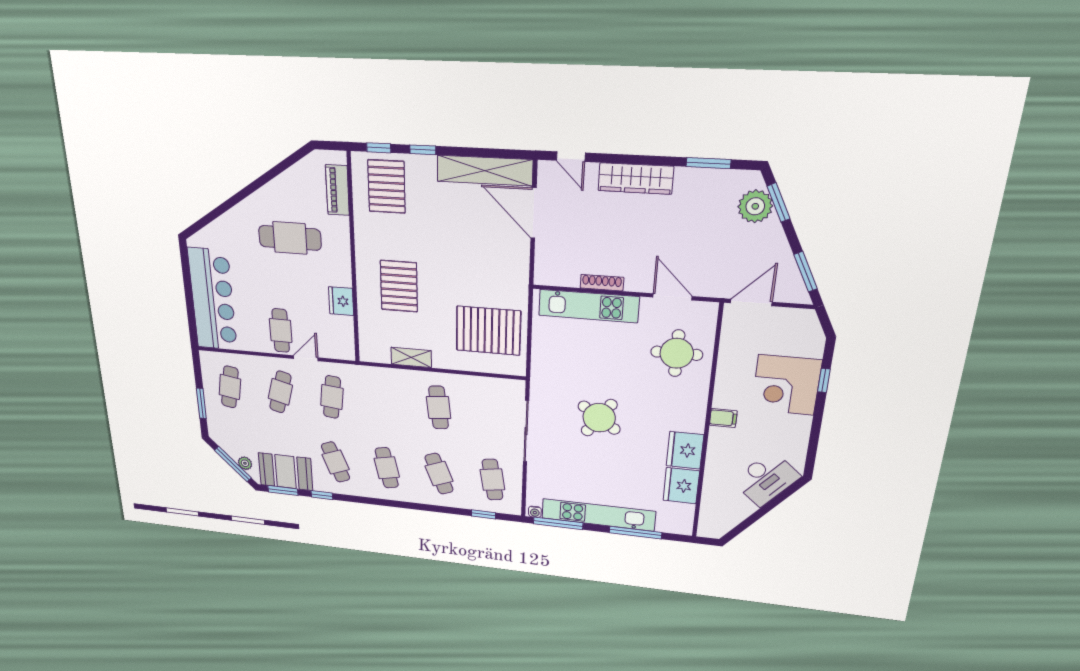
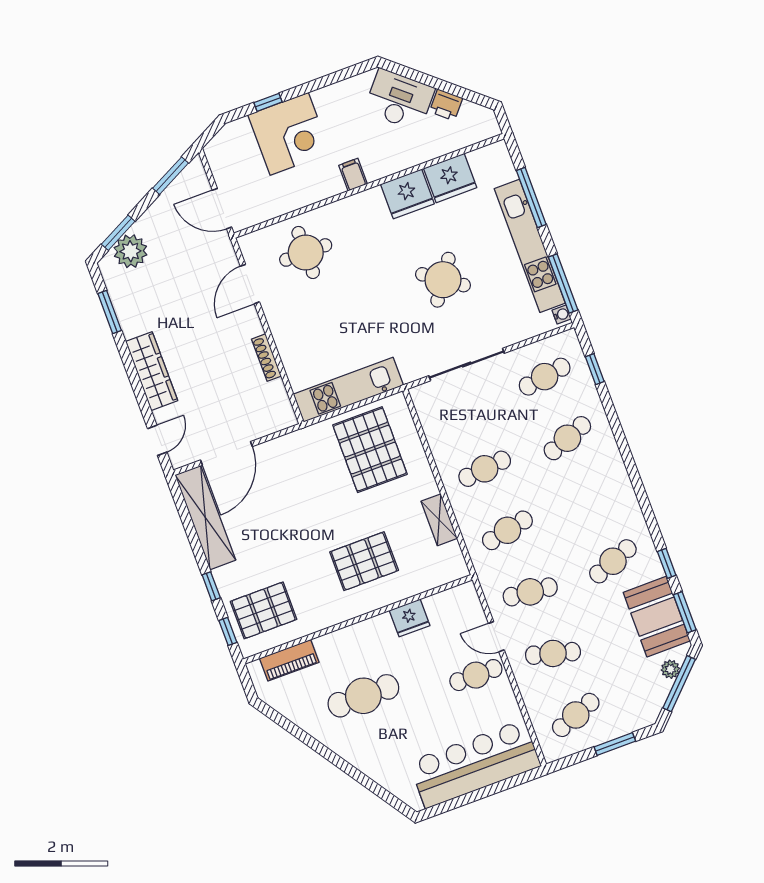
cafe table: (290, 238) -> (363, 696), turned 90
kitchen unit: (589, 306) -> (348, 390), moved, turned -90
cafe table: (230, 387) -> (576, 715), turned -30
round table: (599, 418) -> (443, 280), moved
cafe table: (387, 468) -> (507, 530), moved
printer: (742, 509) -> (446, 105), added

